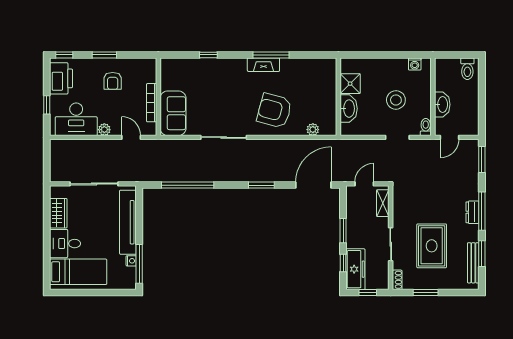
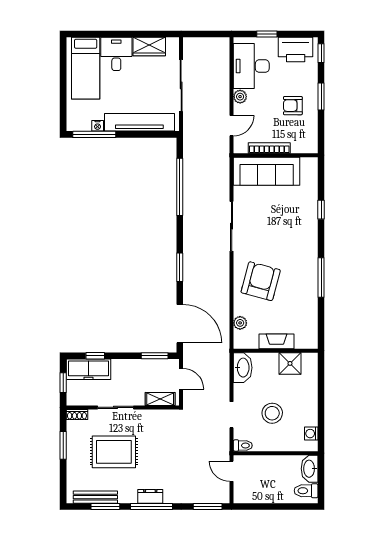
fireplace: (263, 65) -> (277, 341), moved, turned 90
washbasin: (442, 104) -> (310, 469), moved, turned 90
washbasin: (349, 109) -> (243, 368), moved, turned -90
sofa: (173, 113) -> (267, 171), width x1.36
window: (343, 231) -> (155, 356), moved

